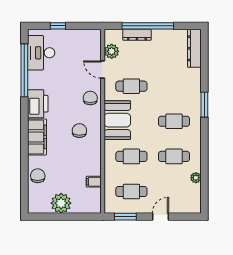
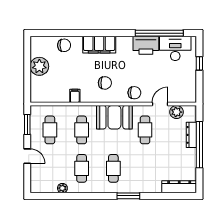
printer: (38, 104) -> (146, 45), moved
filing cabinet: (94, 182) -> (75, 96), moved

